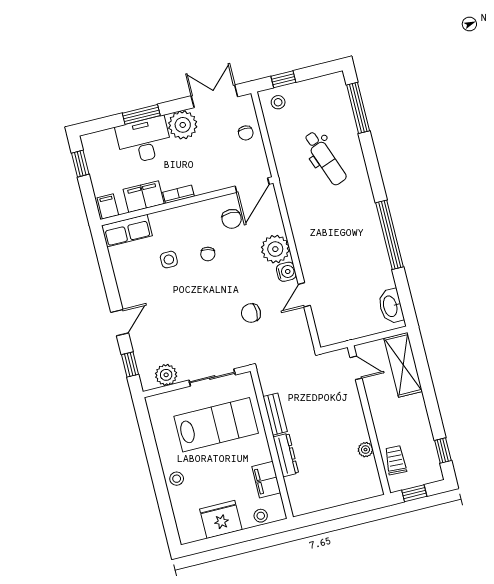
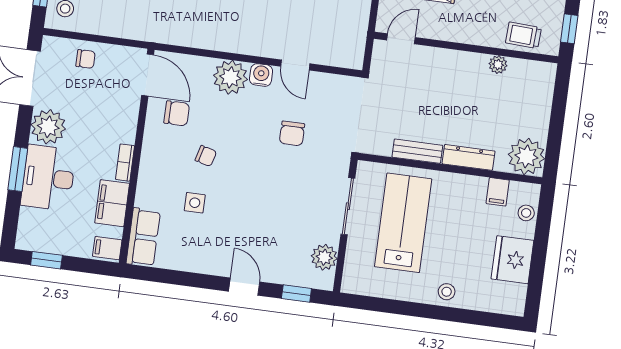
filing cabinet: (266, 480) -> (498, 192), width x0.50
plant: (304, 499) -> (526, 156), added

